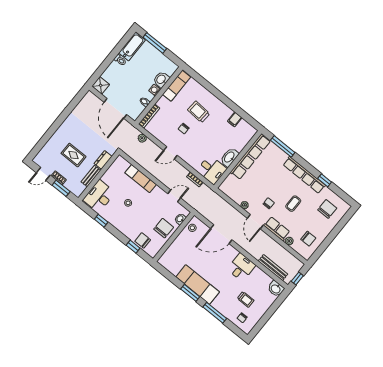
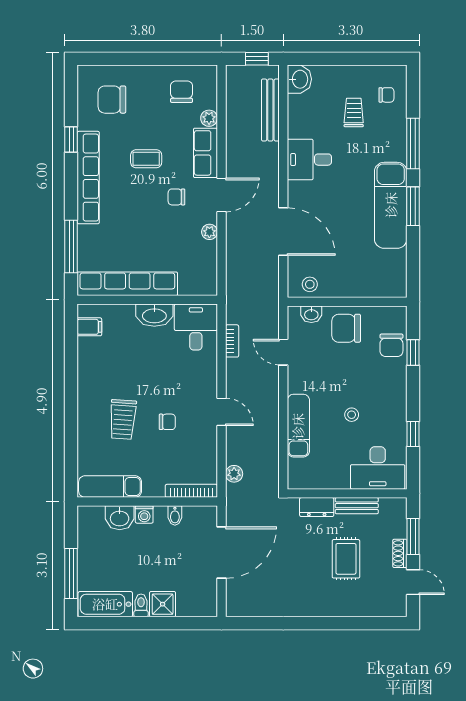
shower: (101, 85) -> (163, 604), moved
filing cabinet: (235, 119) -> (89, 327), moved

